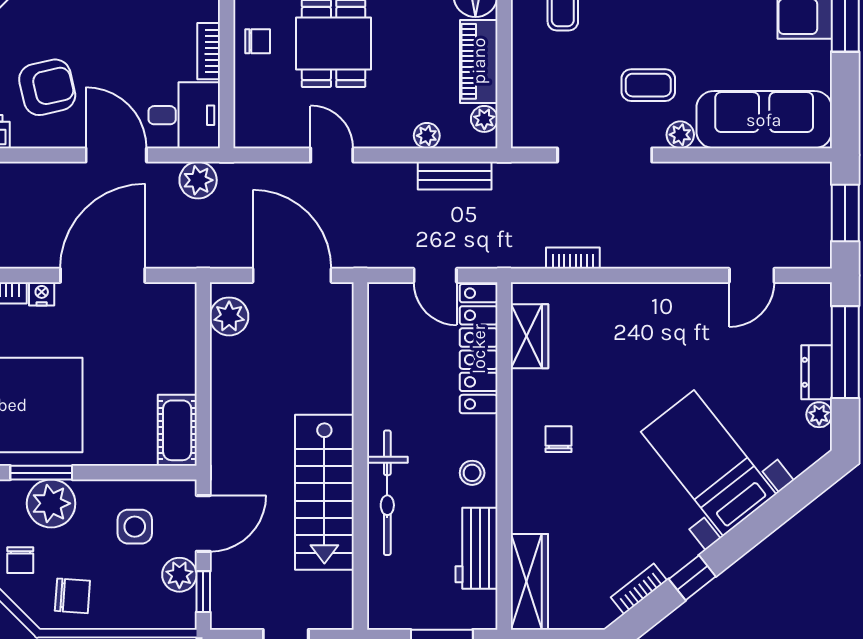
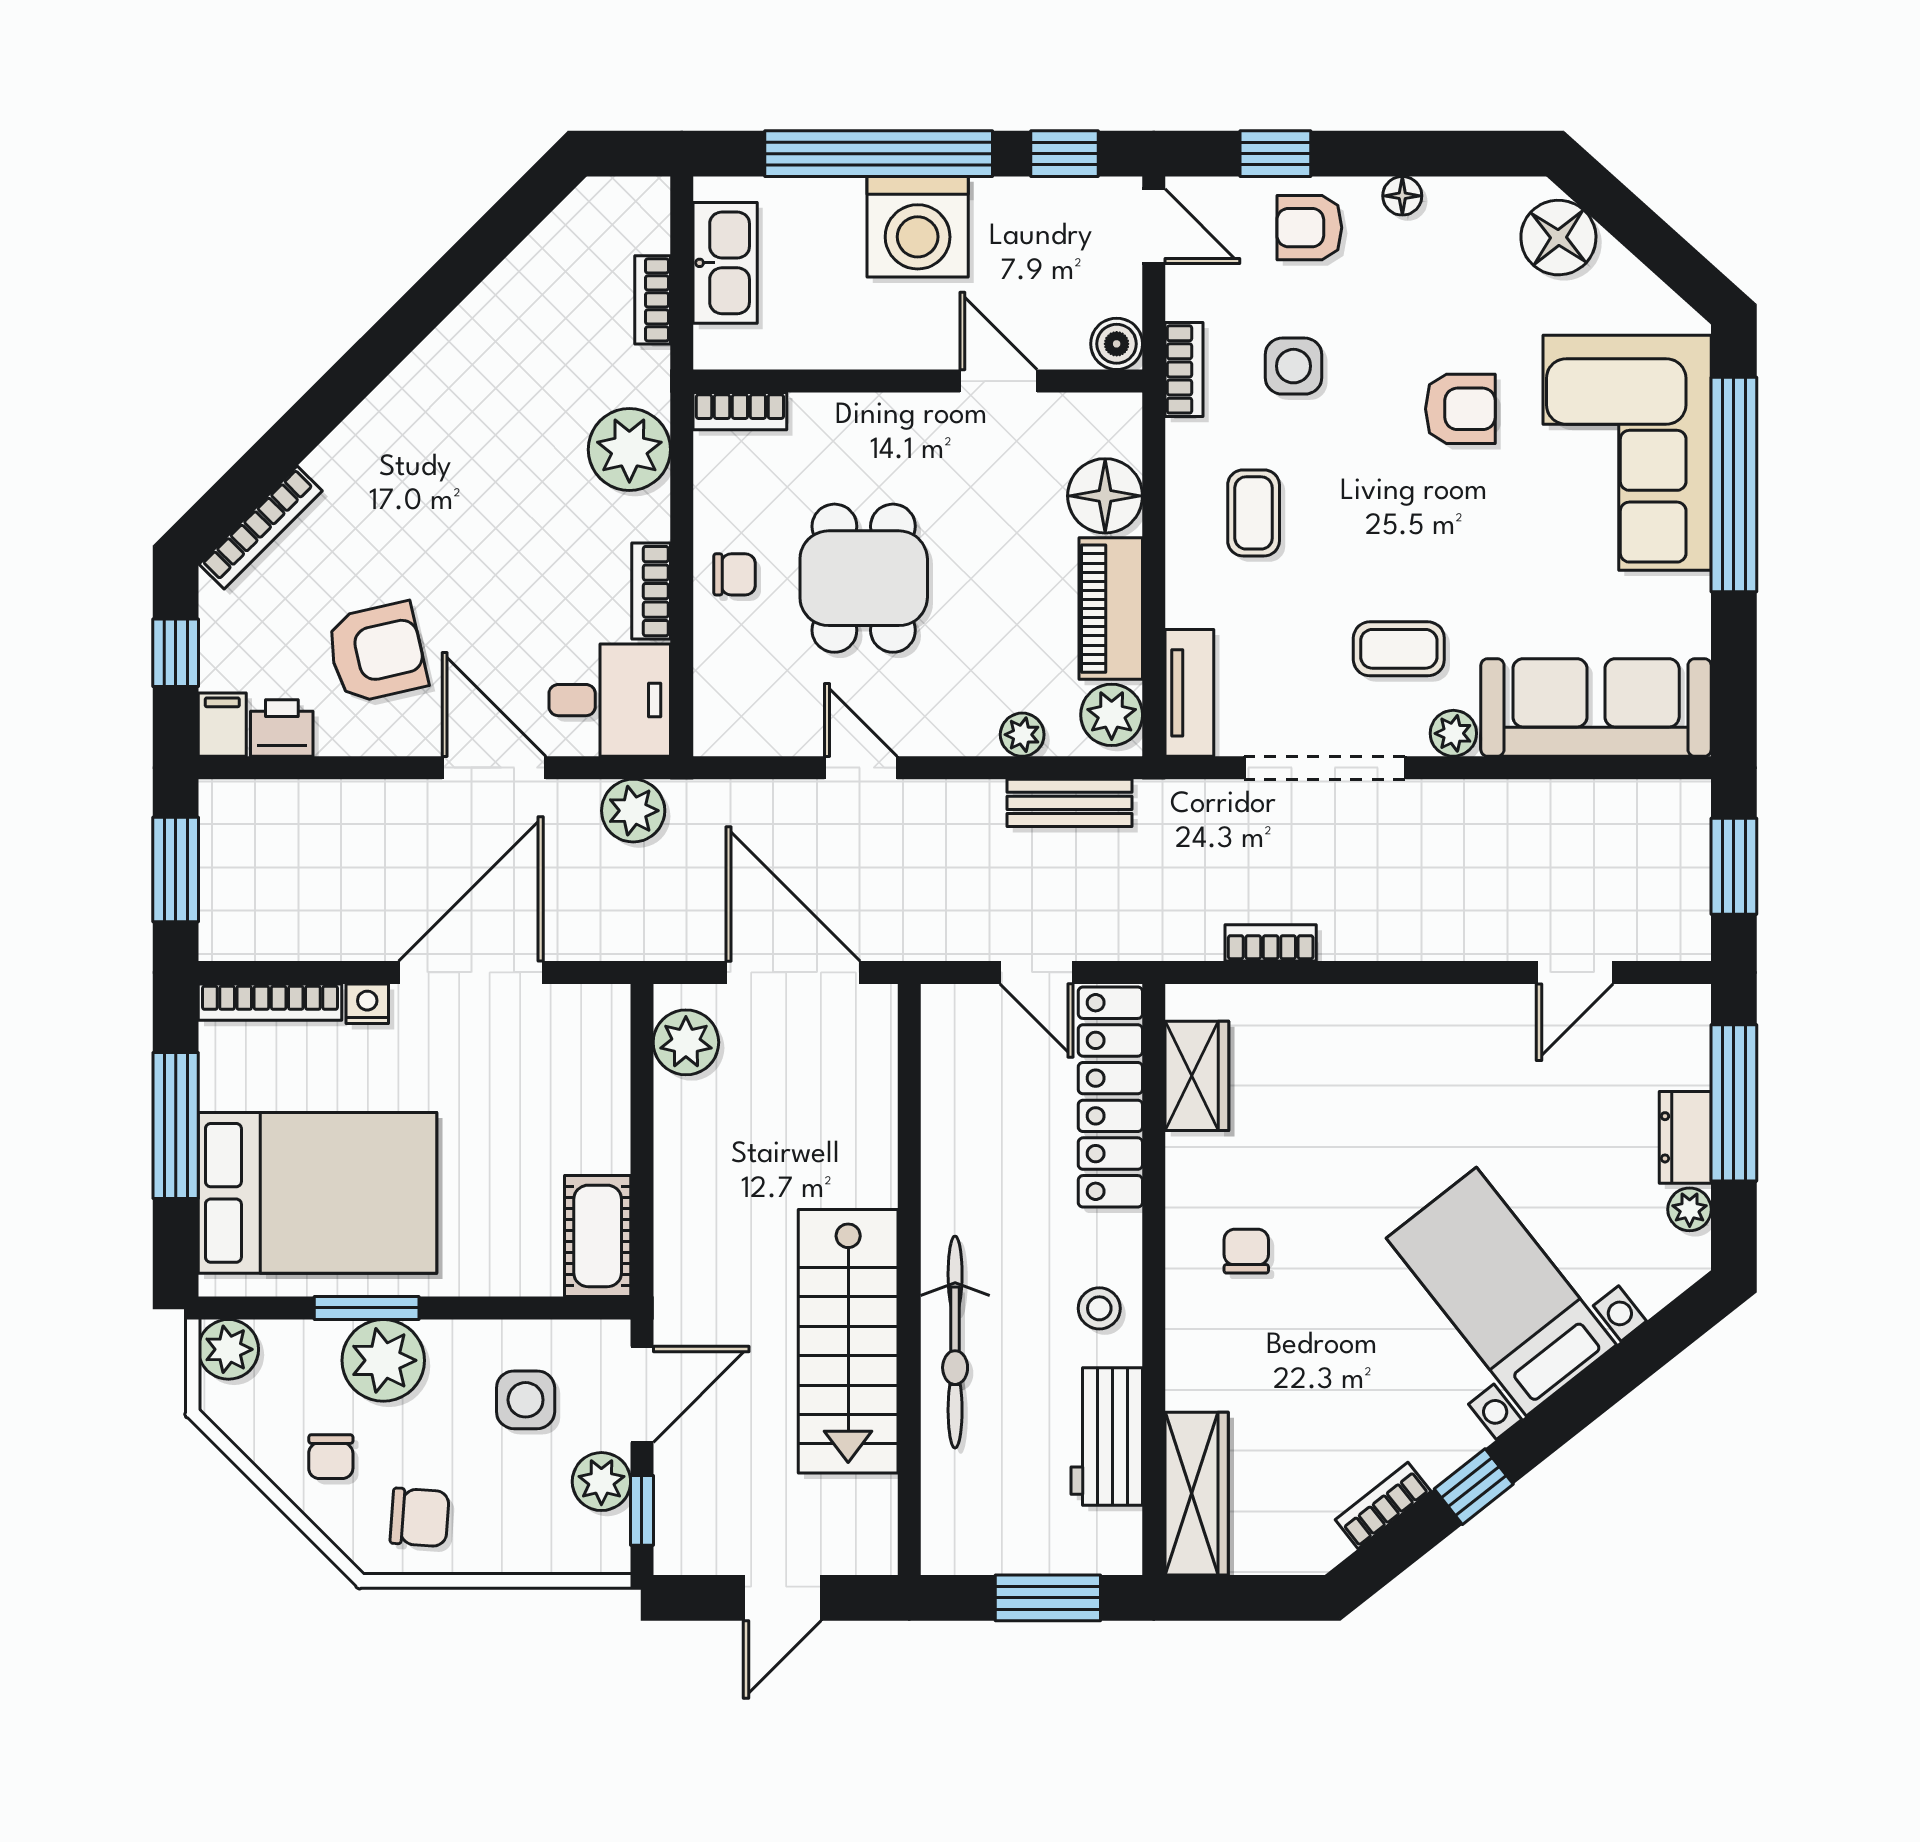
tv unit: (525, 111) -> (1189, 693), added
plant: (484, 119) -> (1112, 715), width x1.38, depth x1.38

